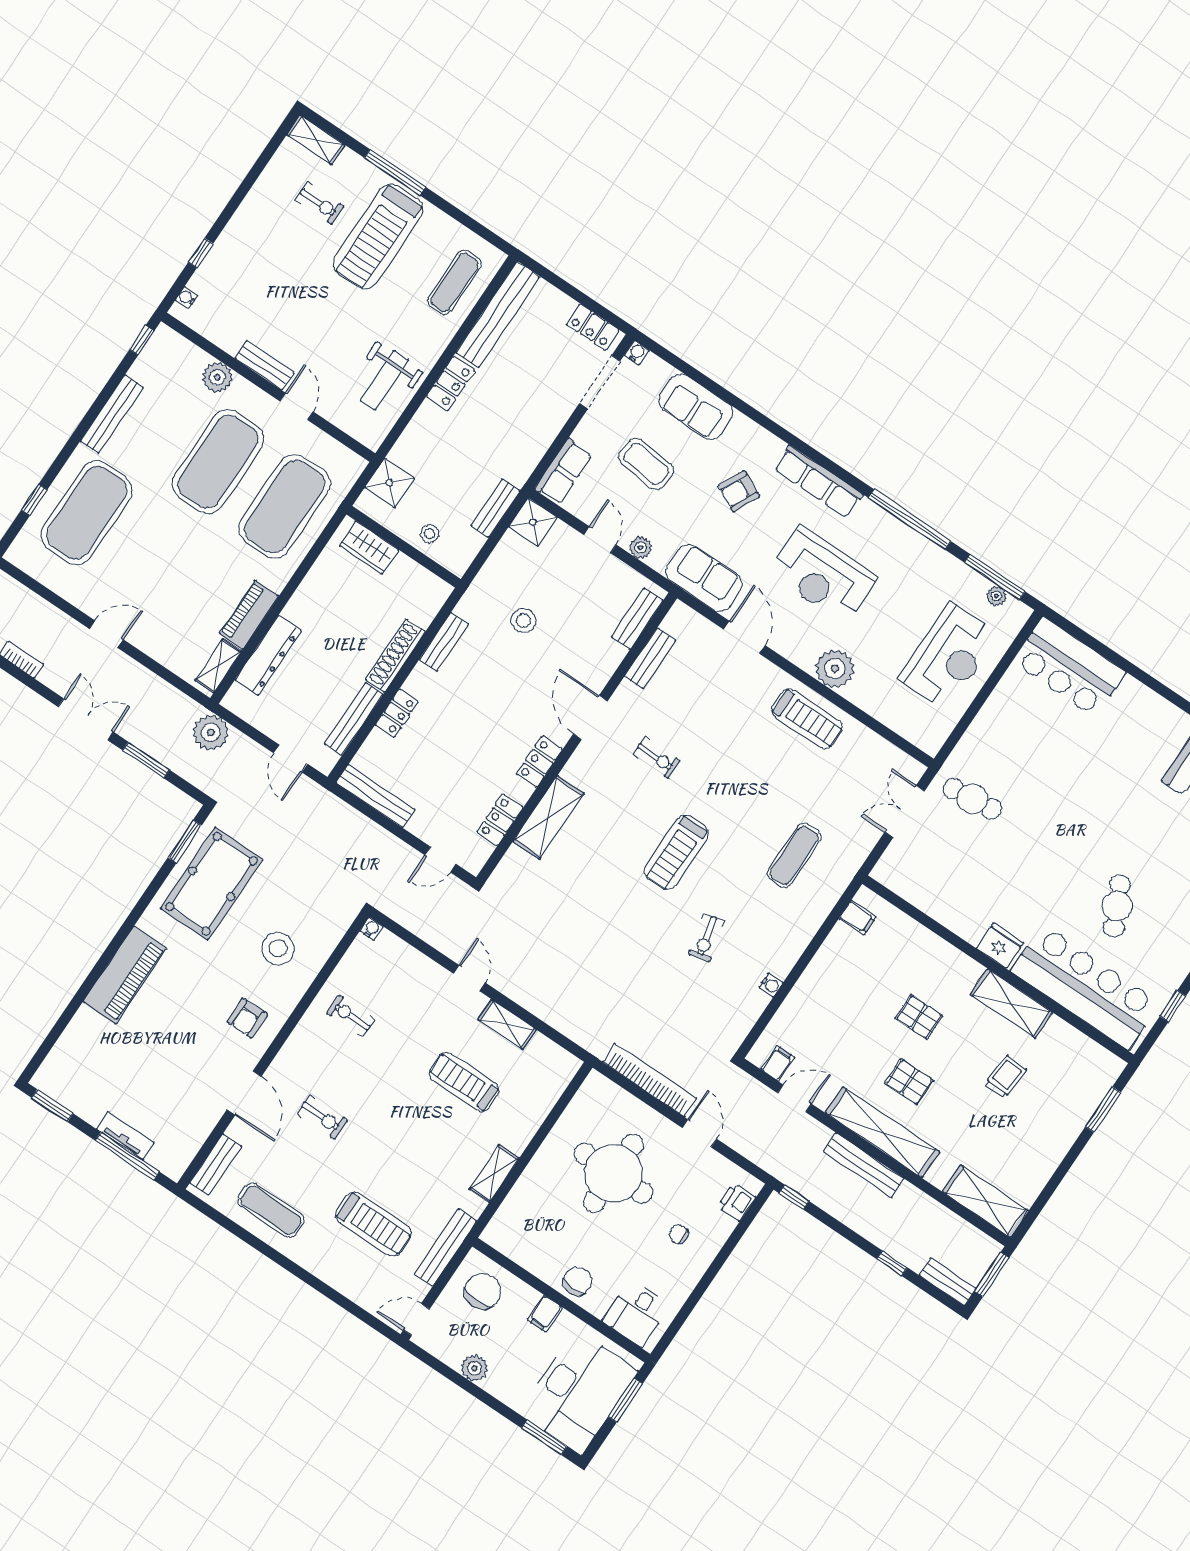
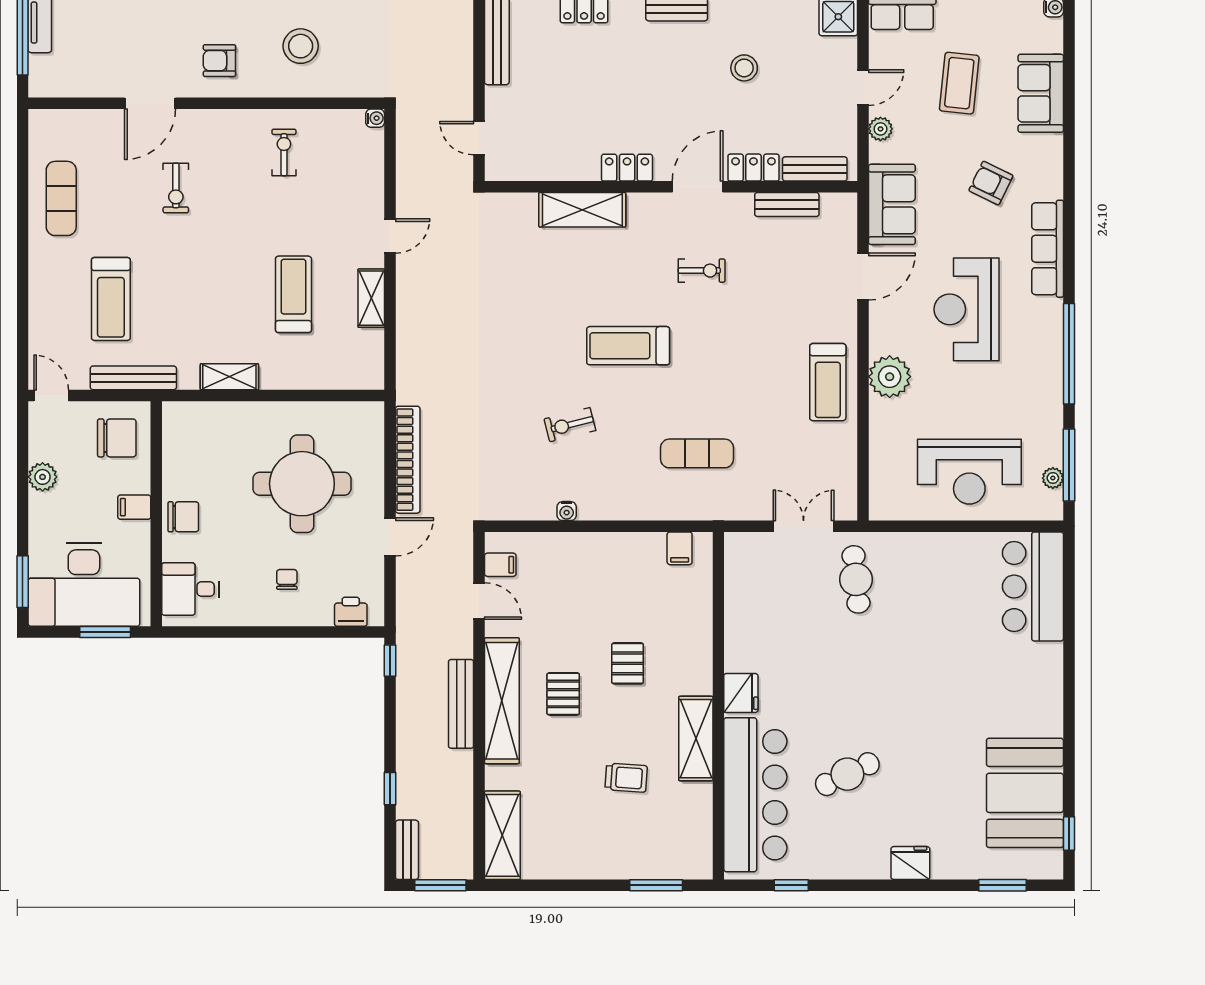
exercise bike: (657, 758) -> (702, 271), turned -90
locker: (500, 820) -> (753, 168), moved
bench: (216, 1165) -> (69, 121), removed

